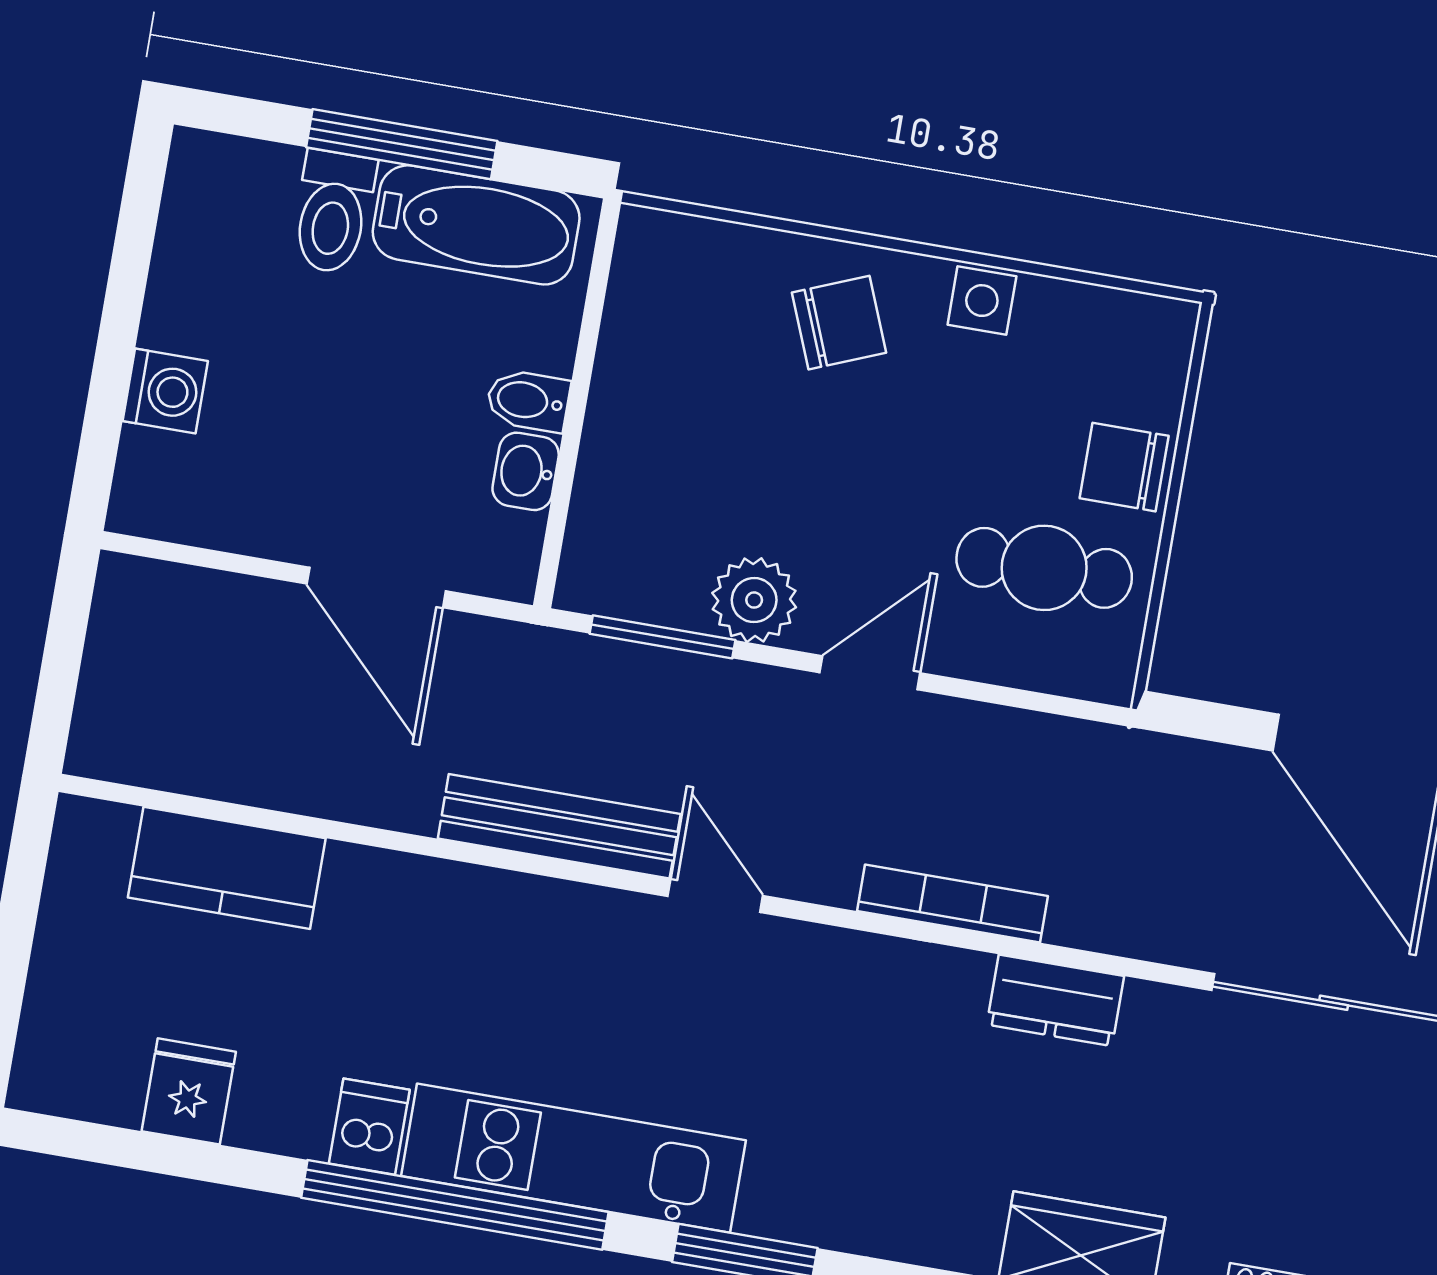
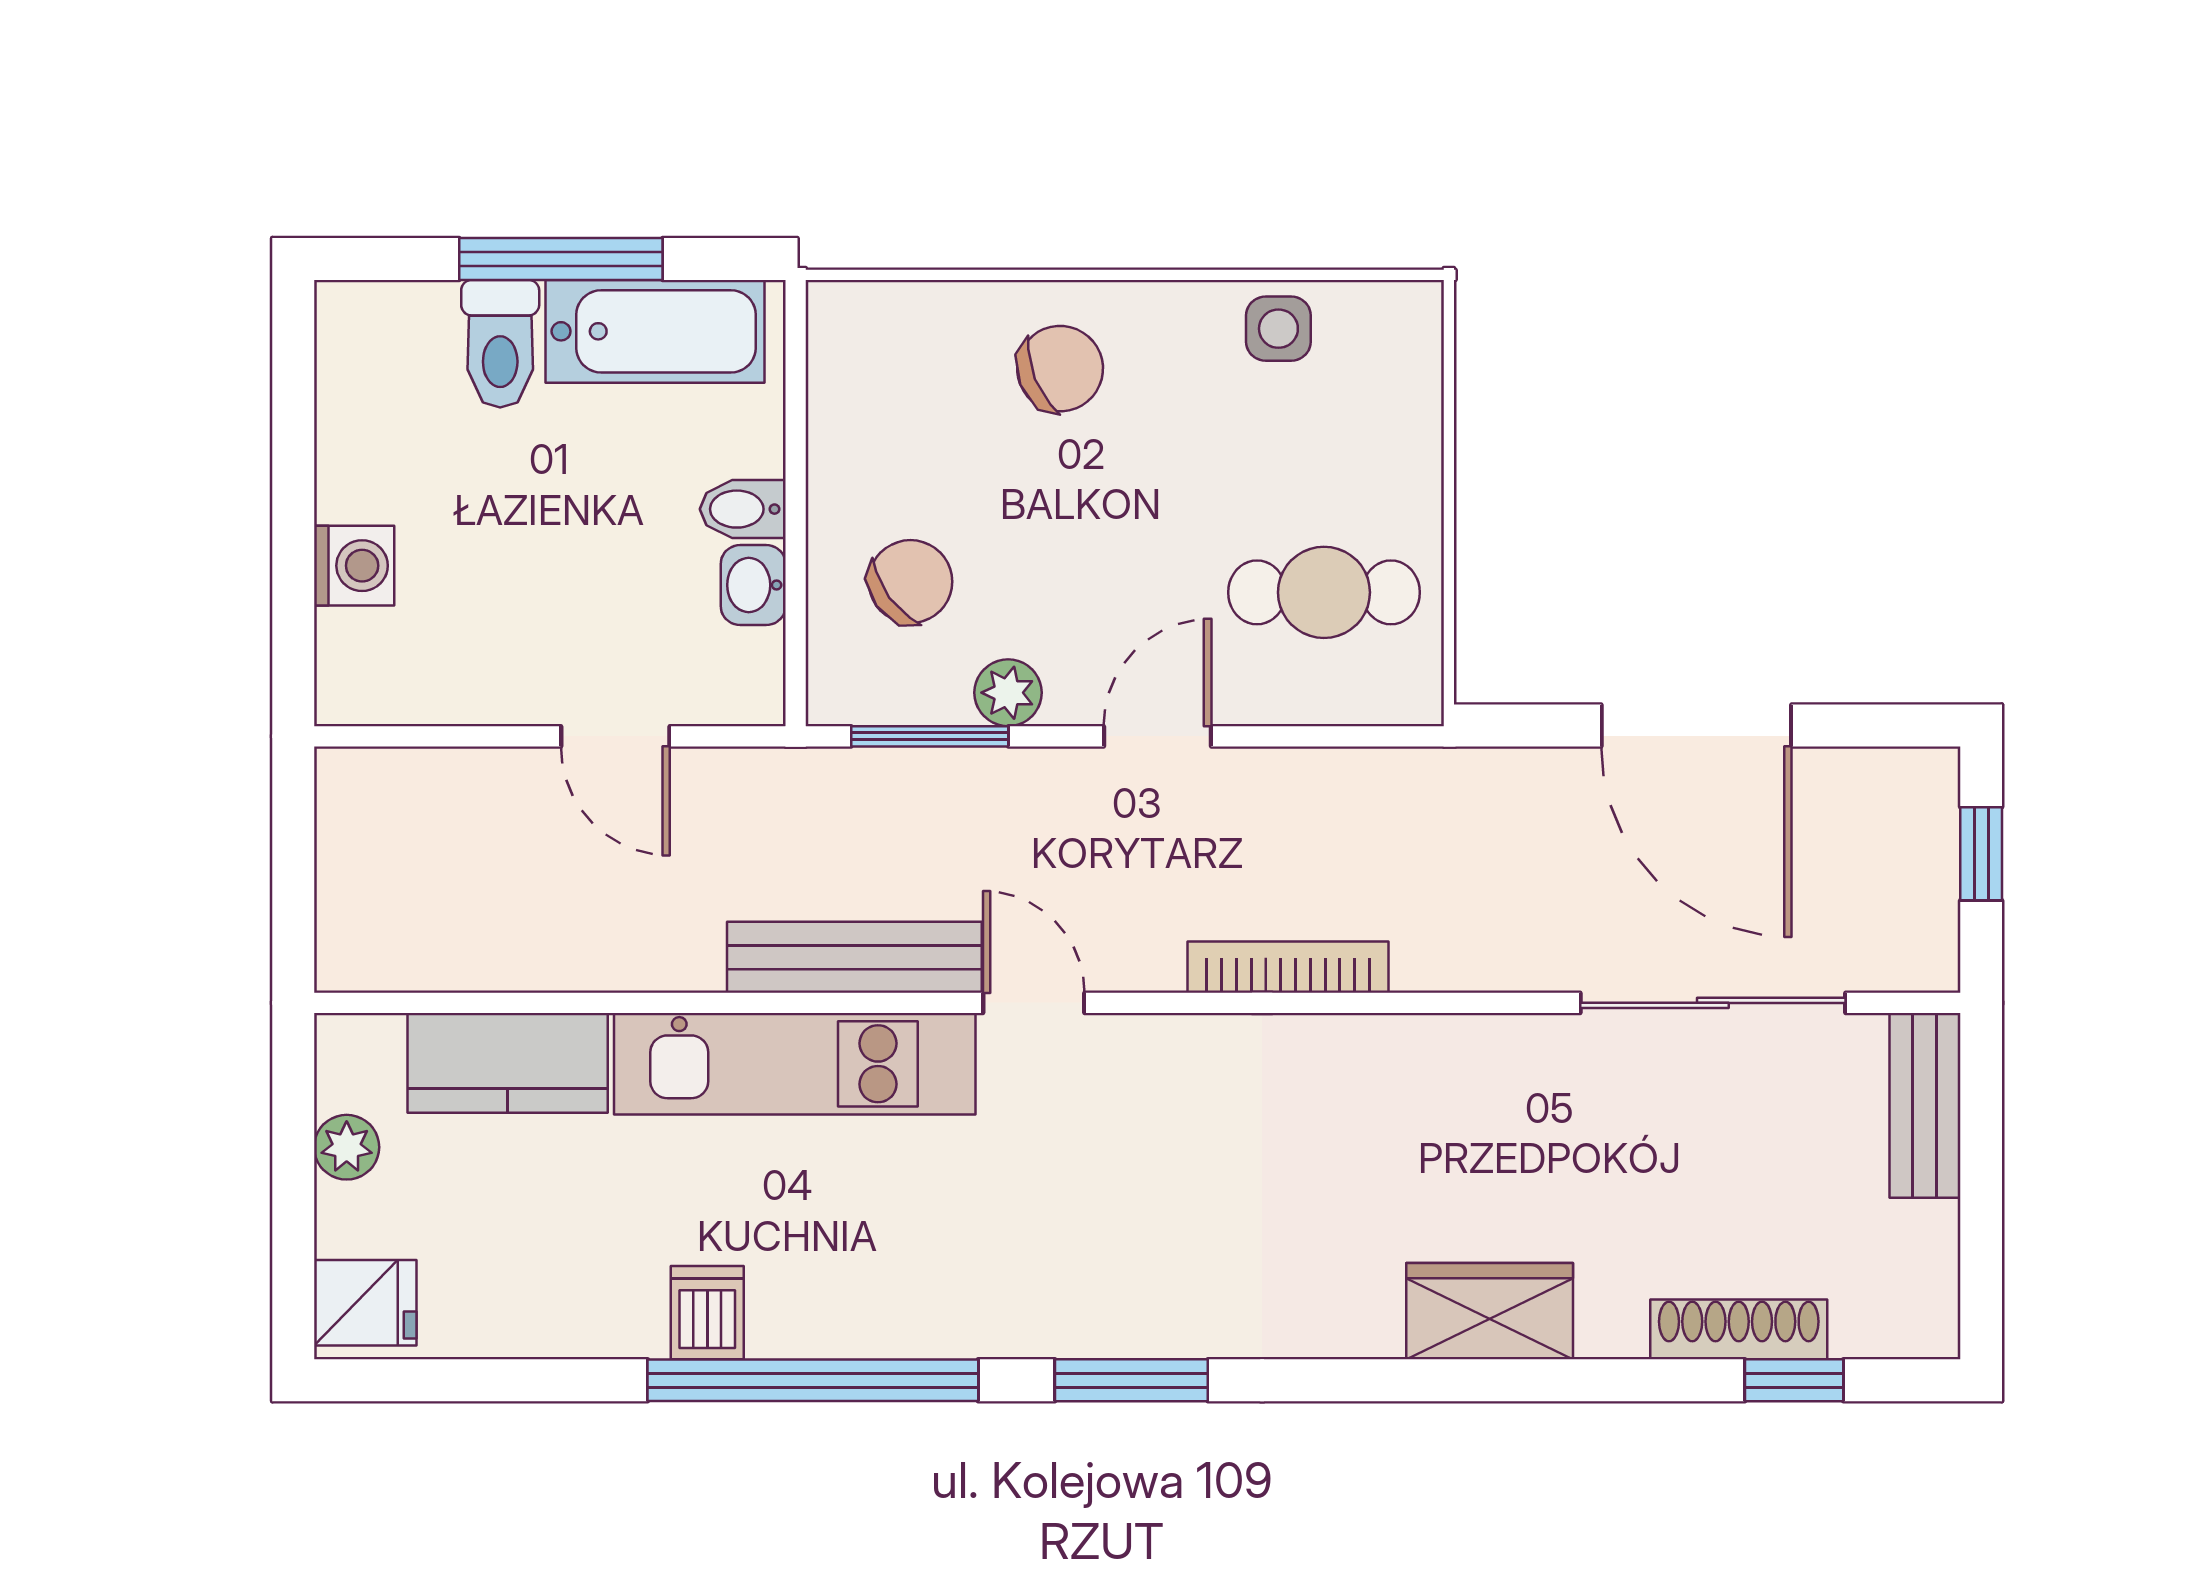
side table: (982, 301) -> (1278, 329), moved
chair: (1124, 467) -> (910, 582), moved, turned 144
door: (376, 587) -> (615, 736), width x0.73
plant: (754, 600) -> (1008, 693), width x0.73, depth x0.73
plant: (67, 919) -> (347, 1147), added
dresser: (1055, 1000) -> (1416, 1052), removed
fridge: (189, 1091) -> (365, 1303), moved, turned 90
kitchen unit: (574, 1158) -> (795, 1064), moved, turned 180

